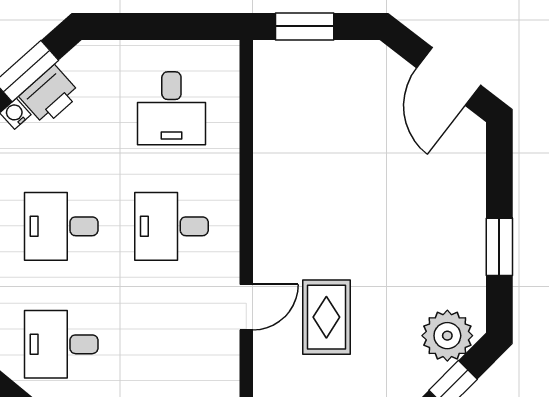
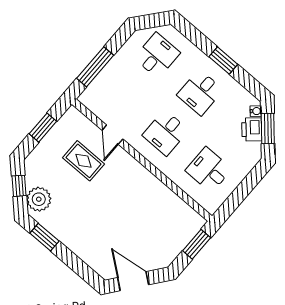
desk: (61, 226) -> (200, 92), turned 180
desk: (171, 226) -> (165, 133), turned 180
window: (499, 247) -> (44, 237), moved

